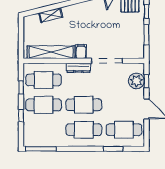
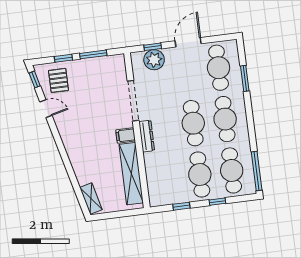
shelving: (51, 15) -> (91, 199), moved
cafe table: (44, 80) -> (232, 170), moved

